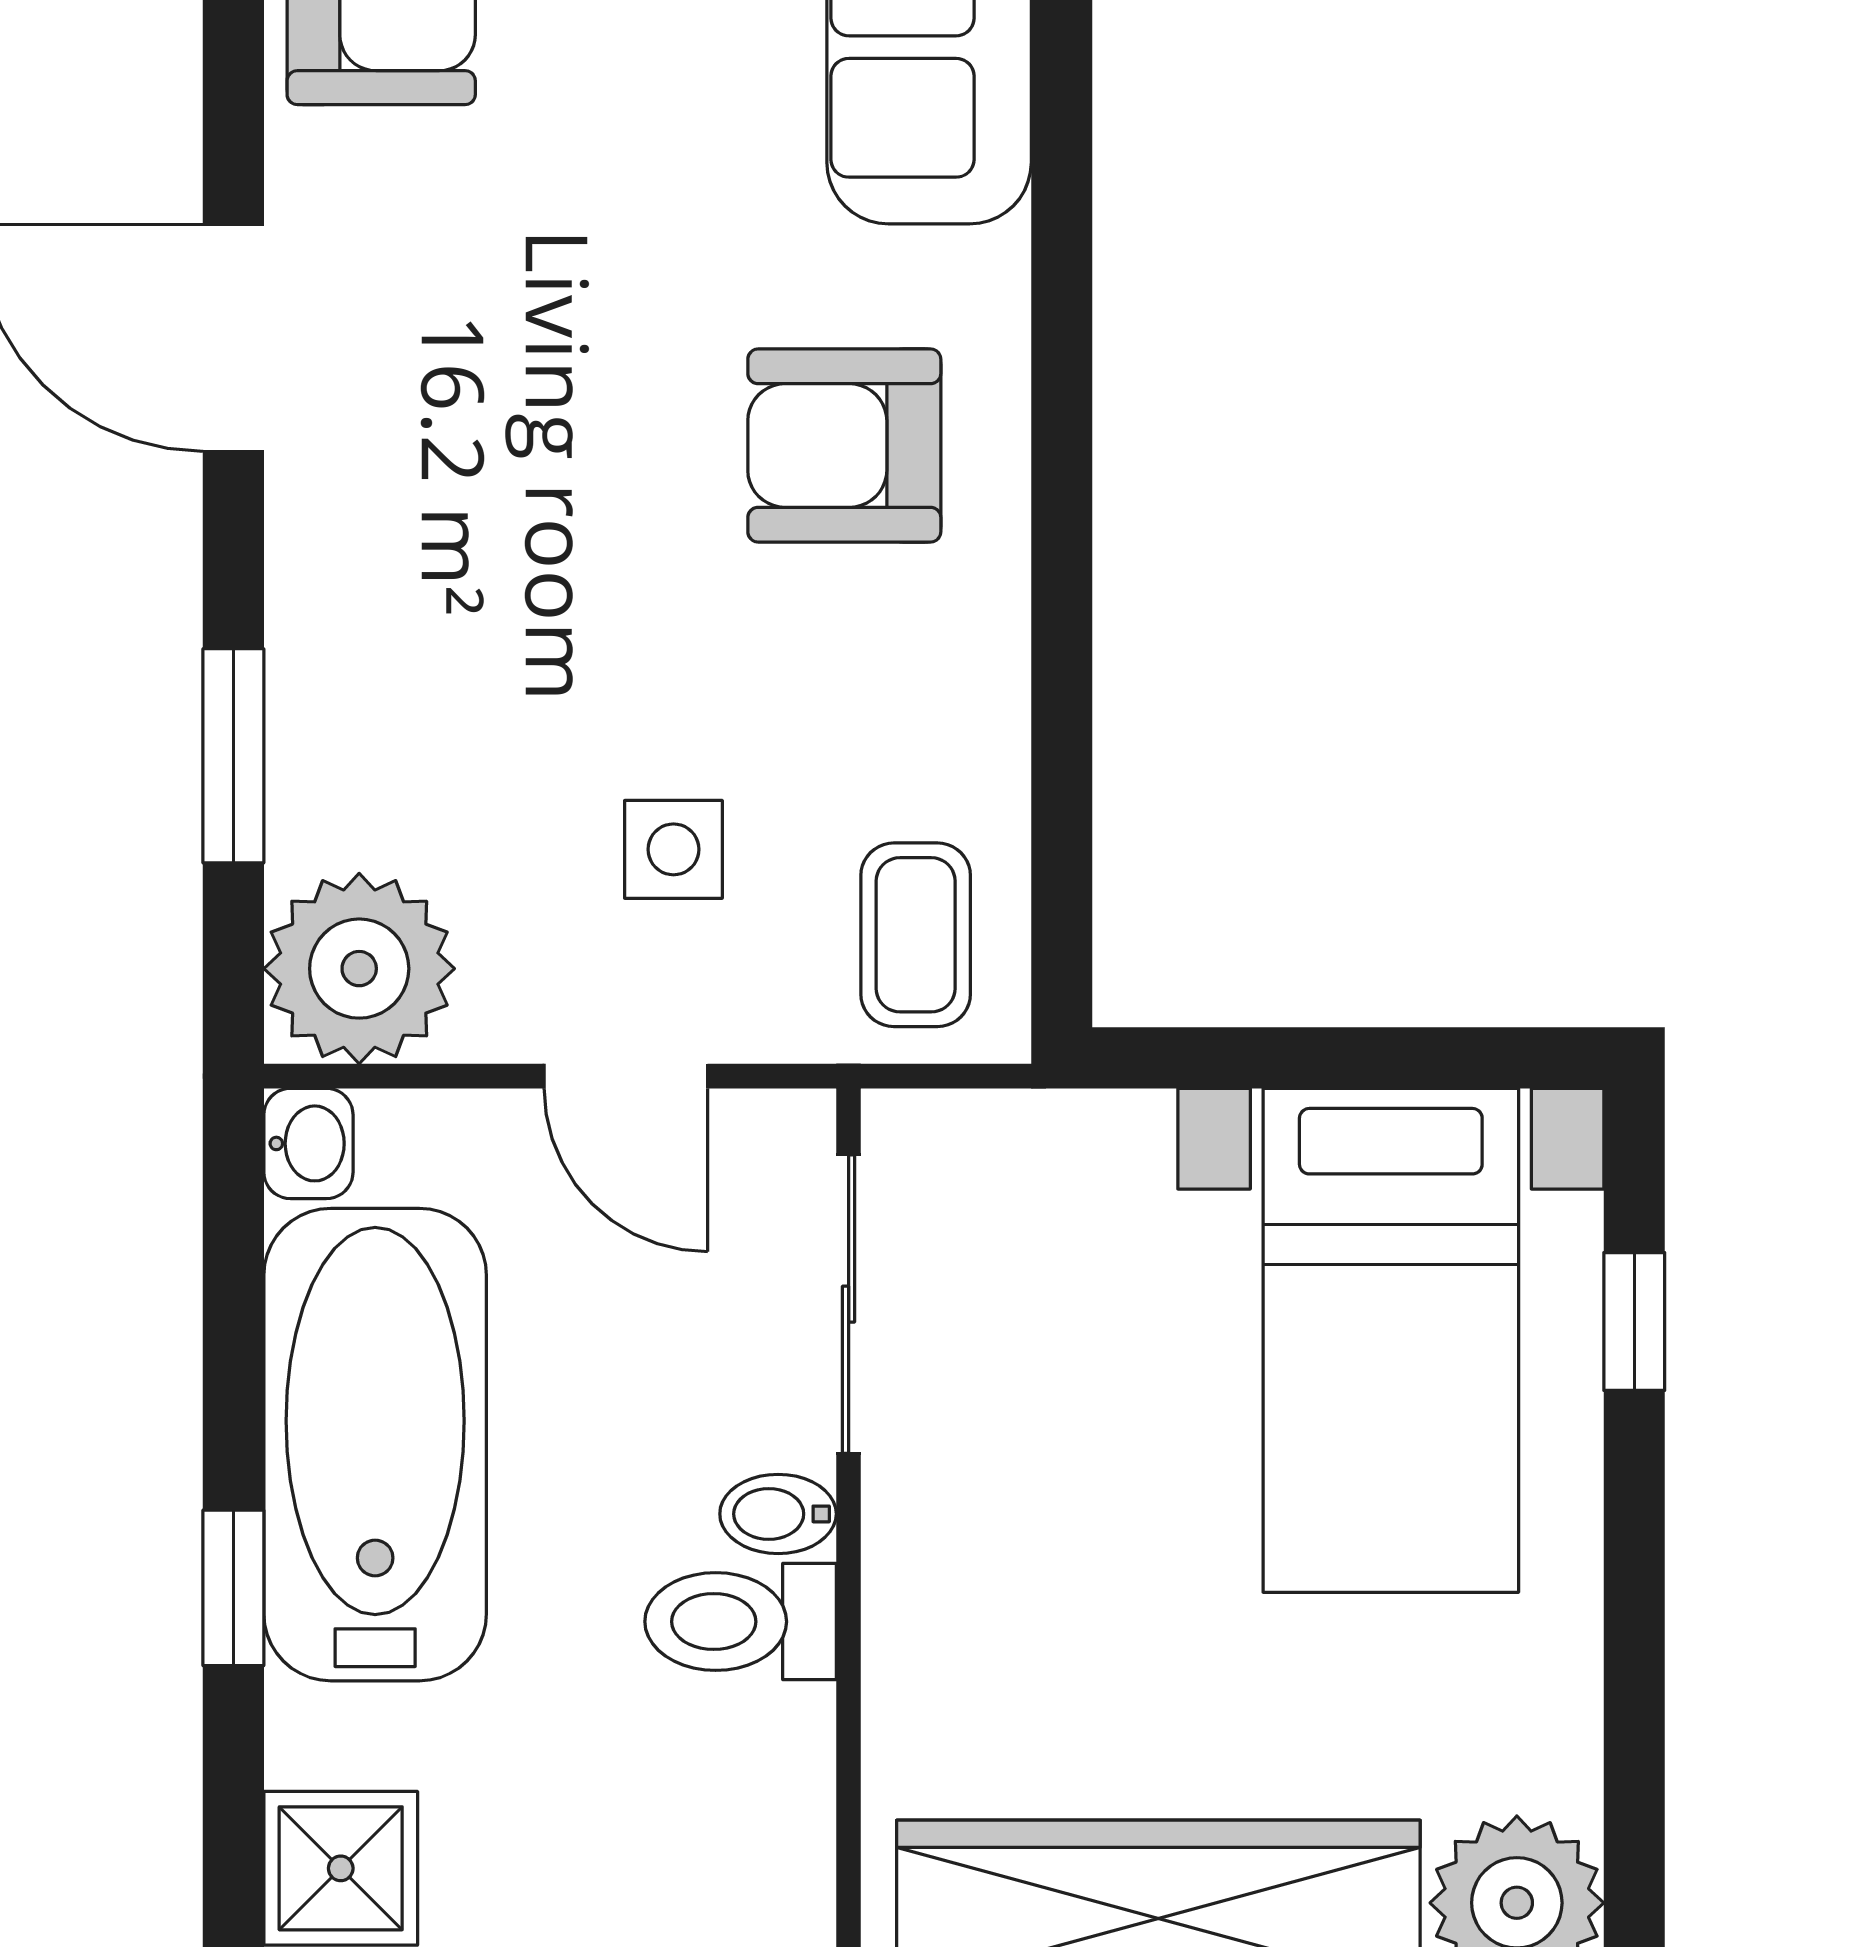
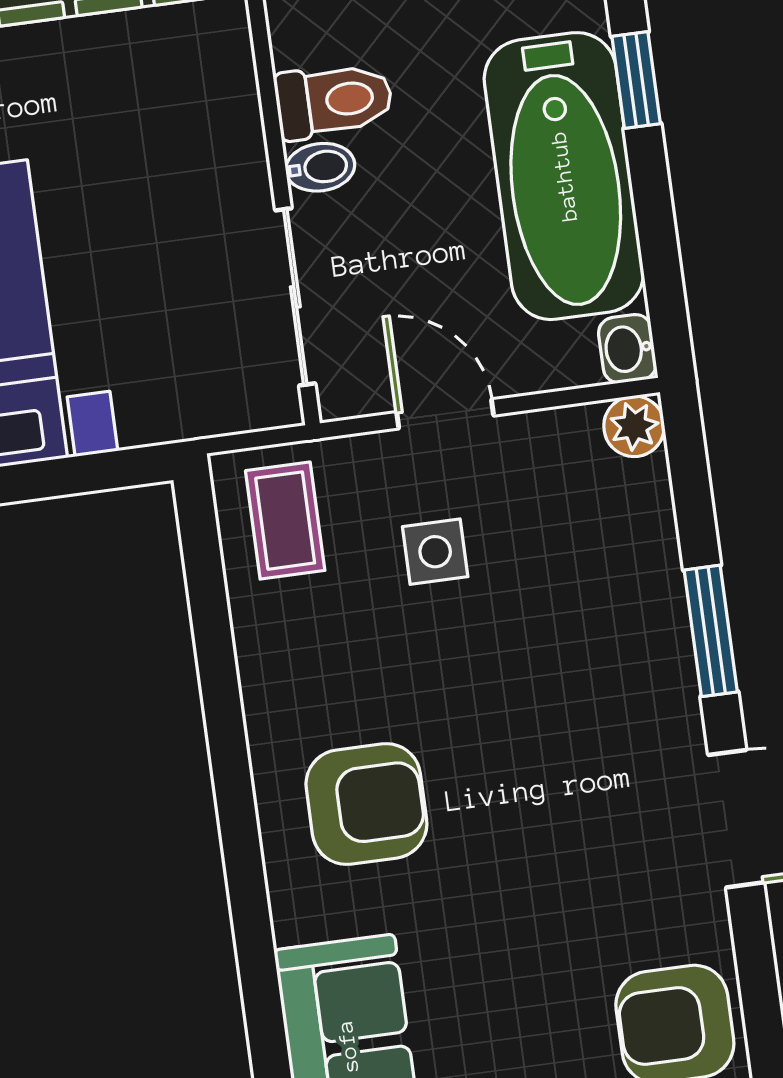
window: (233, 756) -> (711, 631), moved
plant: (359, 969) -> (634, 426), width x0.53, depth x0.53

